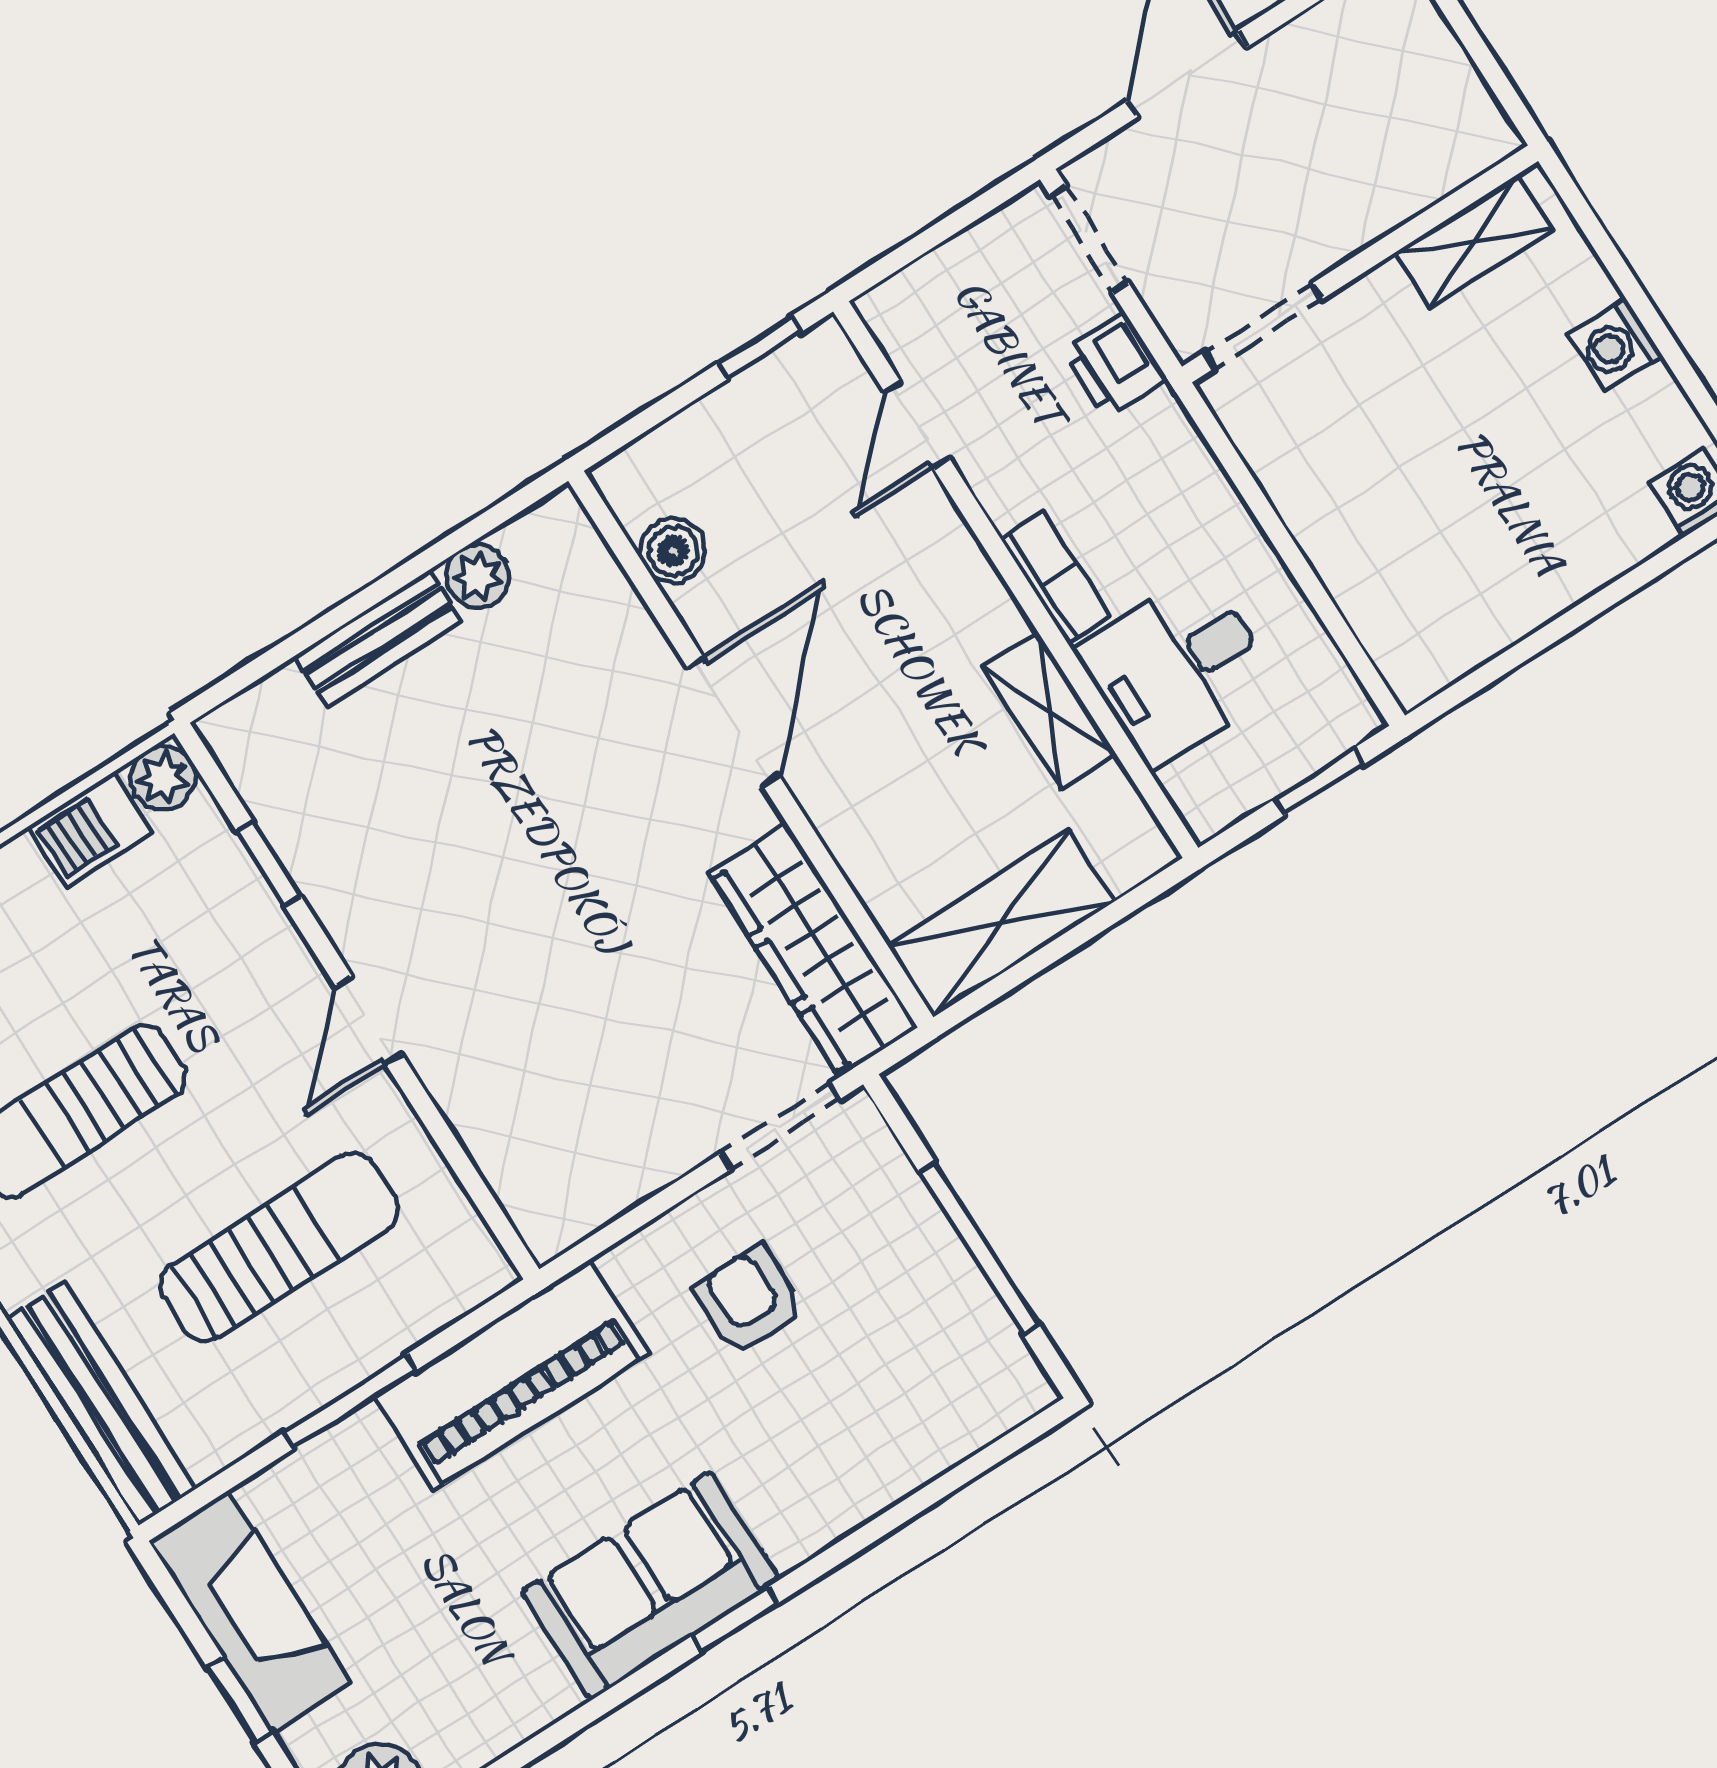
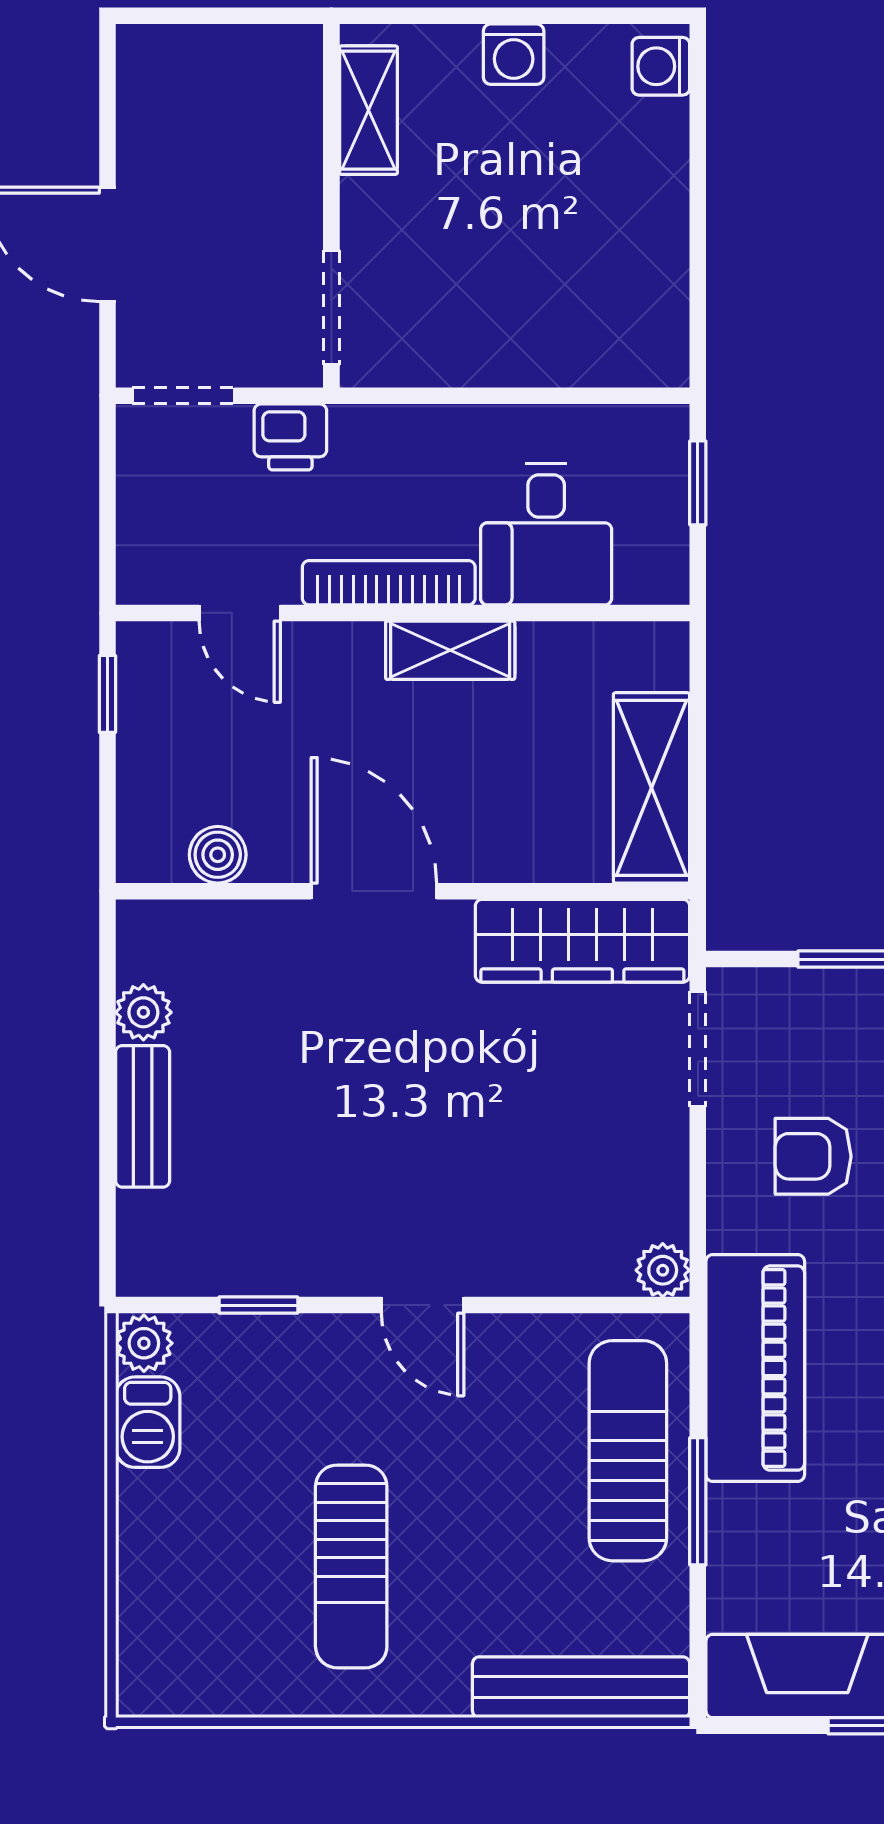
bookcase: (1055, 578) -> (389, 583), width x1.56
shelving: (1050, 711) -> (450, 650), moved
plant: (548, 1228) -> (663, 1270), added
sun lounger: (279, 1247) -> (628, 1451), moved

